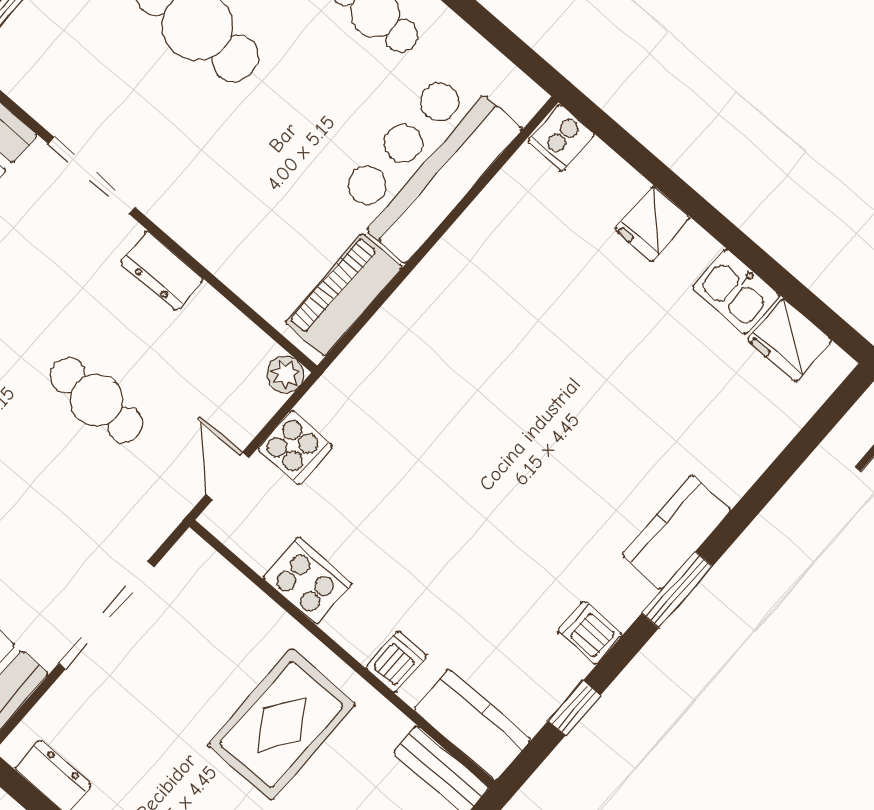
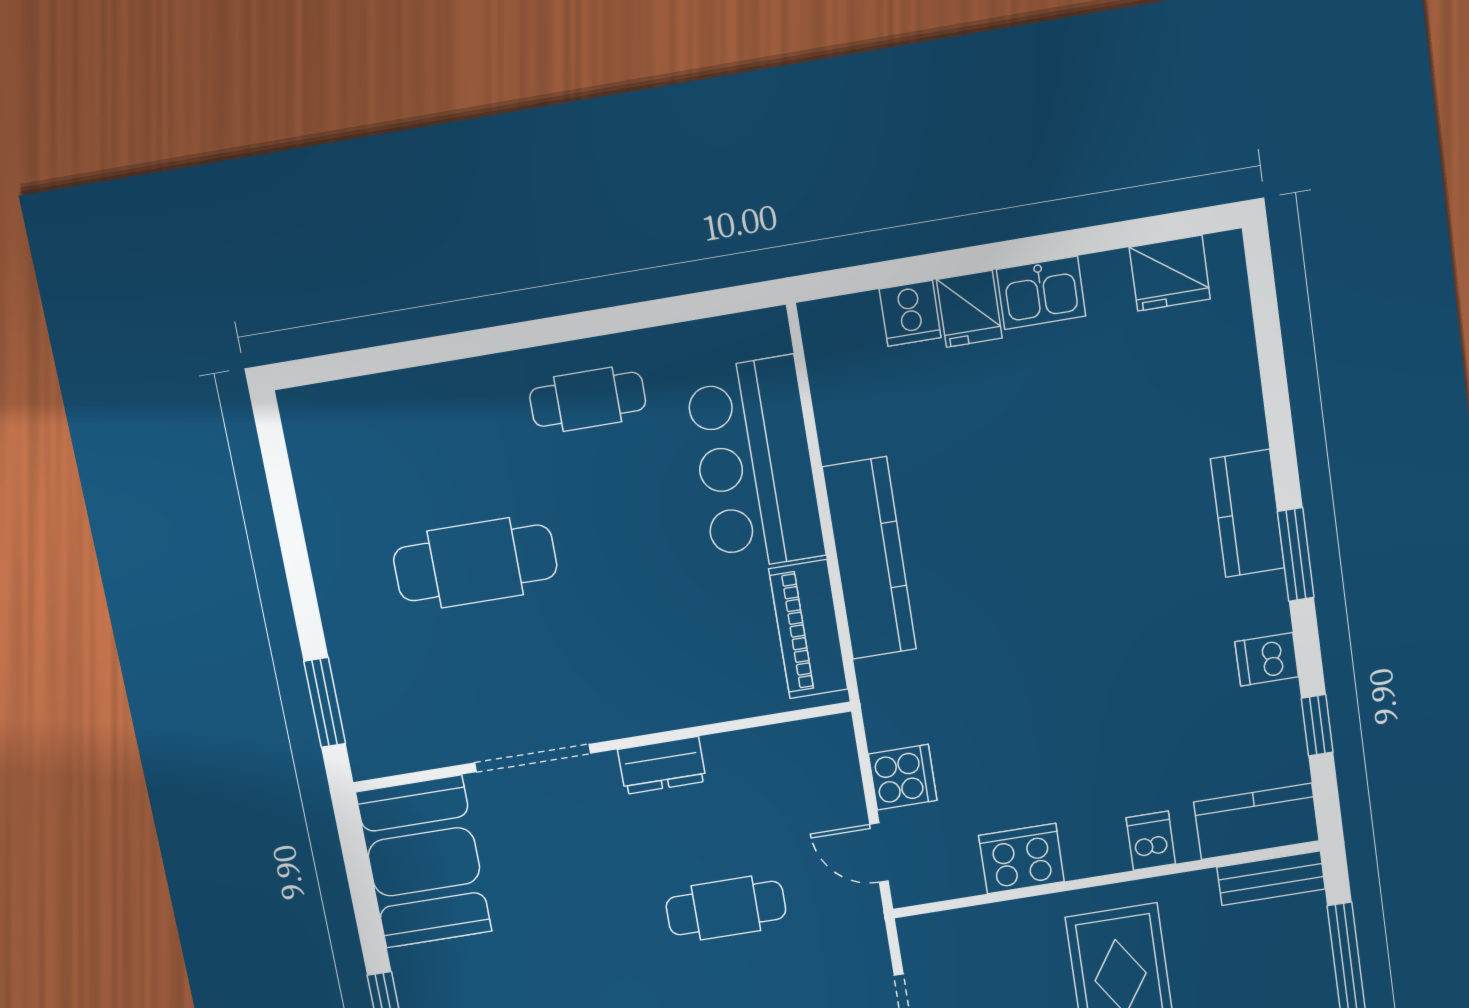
cooker: (561, 138) -> (910, 313), moved
kitchen sink: (736, 291) -> (1041, 293), moved
kitchen counter: (428, 296) -> (870, 558), added
plant: (285, 374) -> (835, 734), removed

